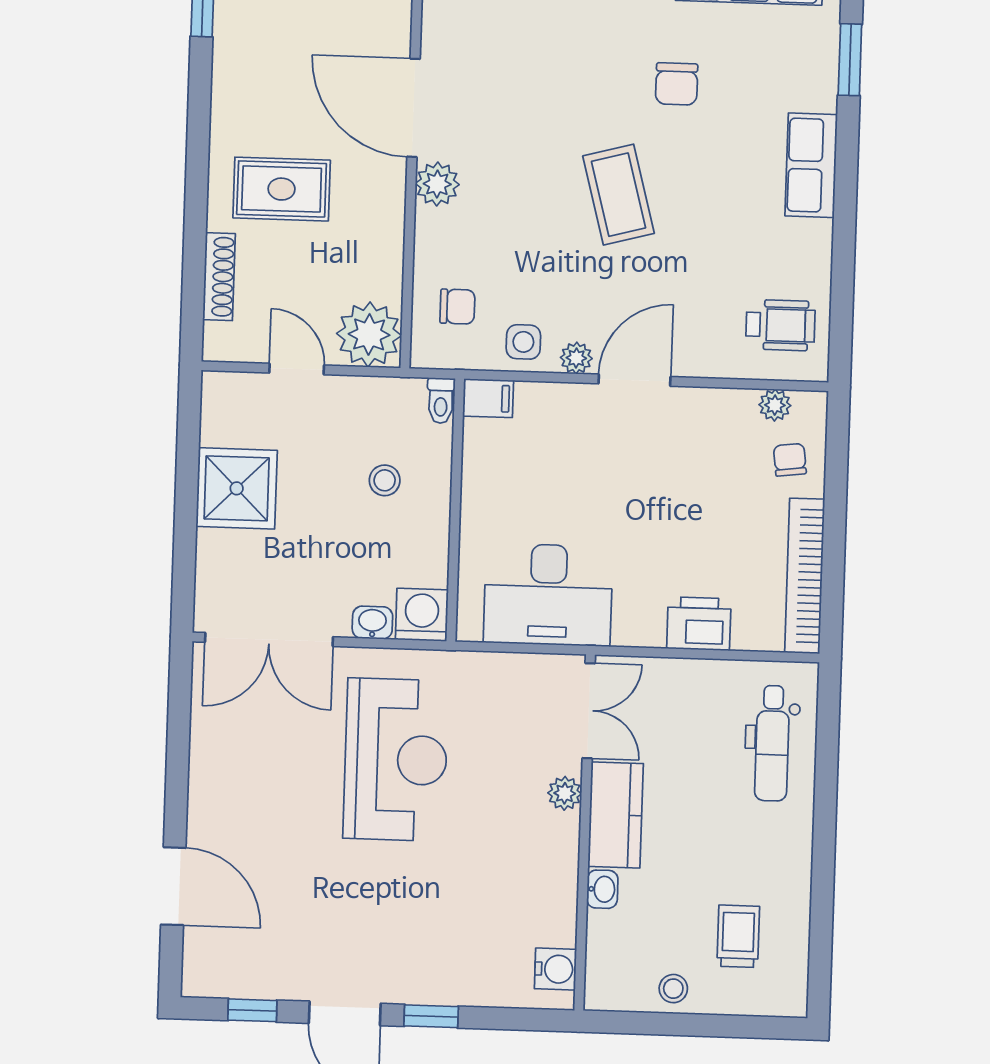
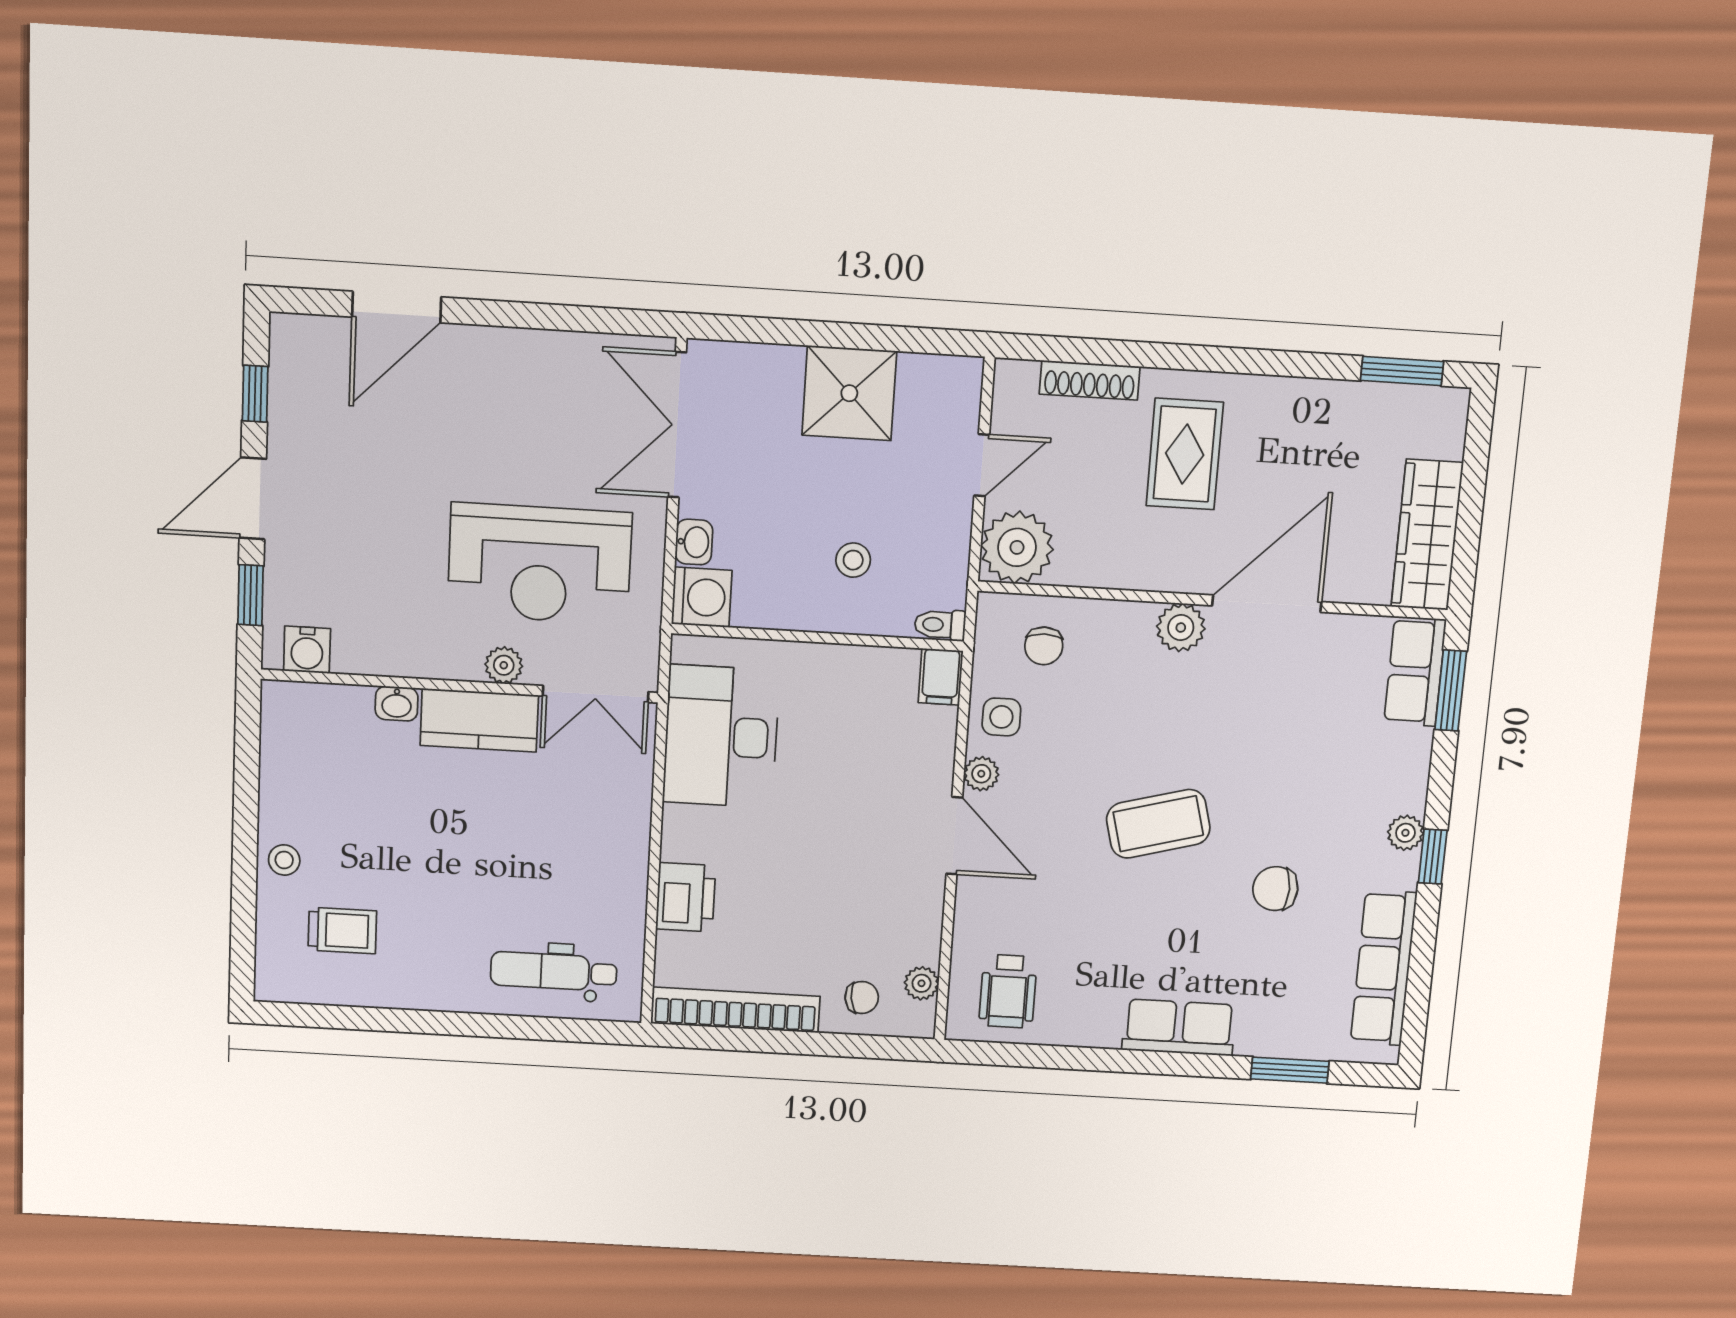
double door: (589, 711) -> (596, 694), moved
plant: (565, 793) -> (504, 665), moved
kitchen counter: (616, 815) -> (479, 720), moved
wall: (585, 833) -> (460, 686), moved
washbasin: (602, 889) -> (397, 704), moved
water cooler: (555, 969) -> (307, 650), moved

